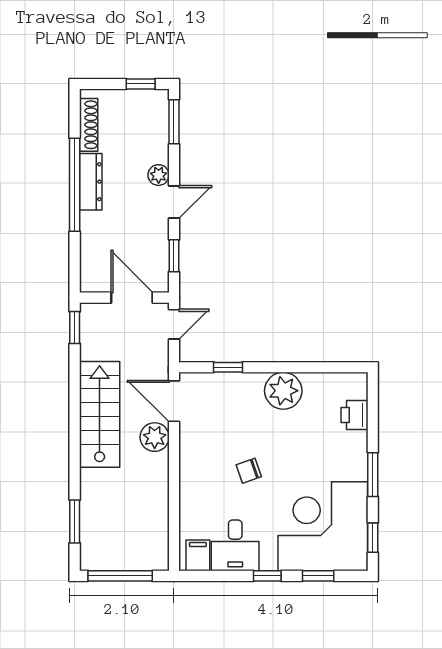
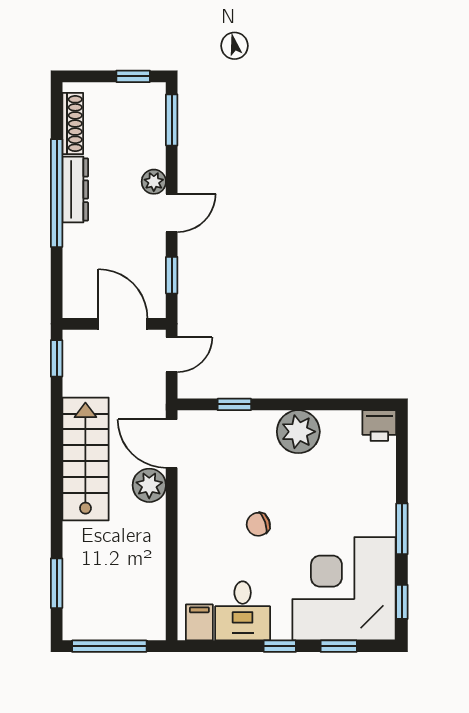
printer: (355, 415) -> (379, 426), moved, turned -90

